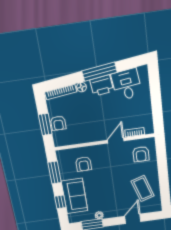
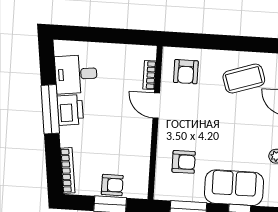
floor lamp: (81, 87) -> (67, 139), removed
armchair: (141, 154) -> (186, 72), turned 90

